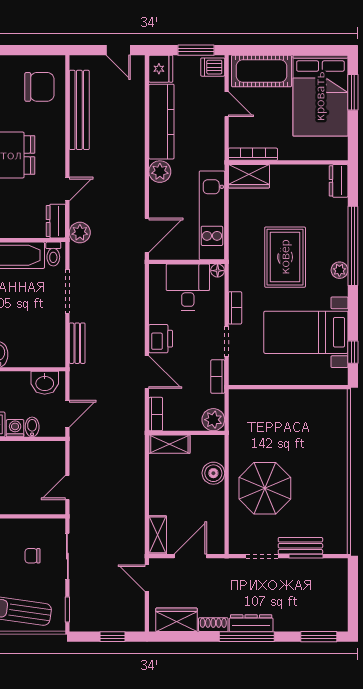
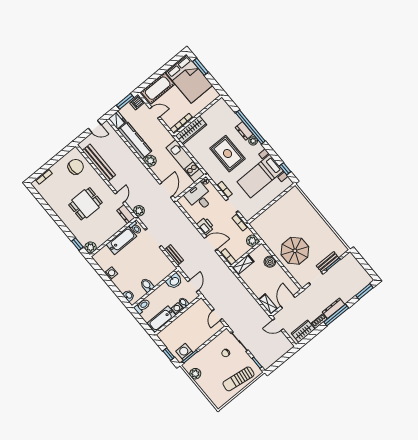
wardrobe: (249, 176) -> (191, 130), width x1.50
dresser: (339, 181) -> (244, 131), moved
window: (112, 637) -> (283, 359), removed

